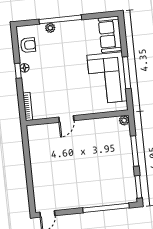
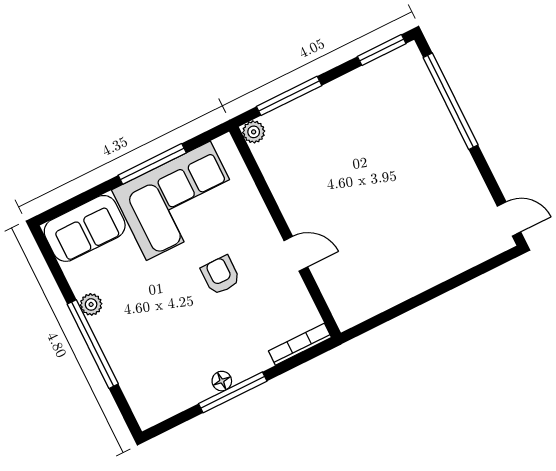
plant: (50, 28) -> (91, 304), moved
armchair: (28, 45) -> (220, 275), moved
window: (18, 71) -> (233, 392), width x2.17
window: (135, 151) -> (289, 96), moved

